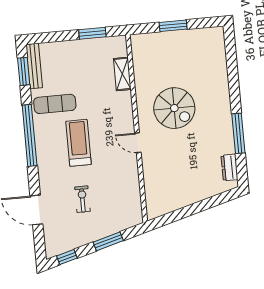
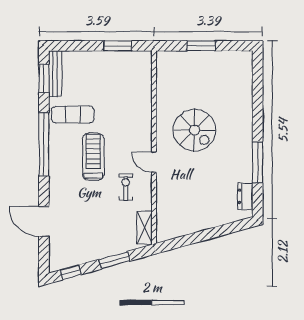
shelving: (122, 74) -> (144, 228), moved
exercise bike: (82, 199) -> (126, 187), moved

